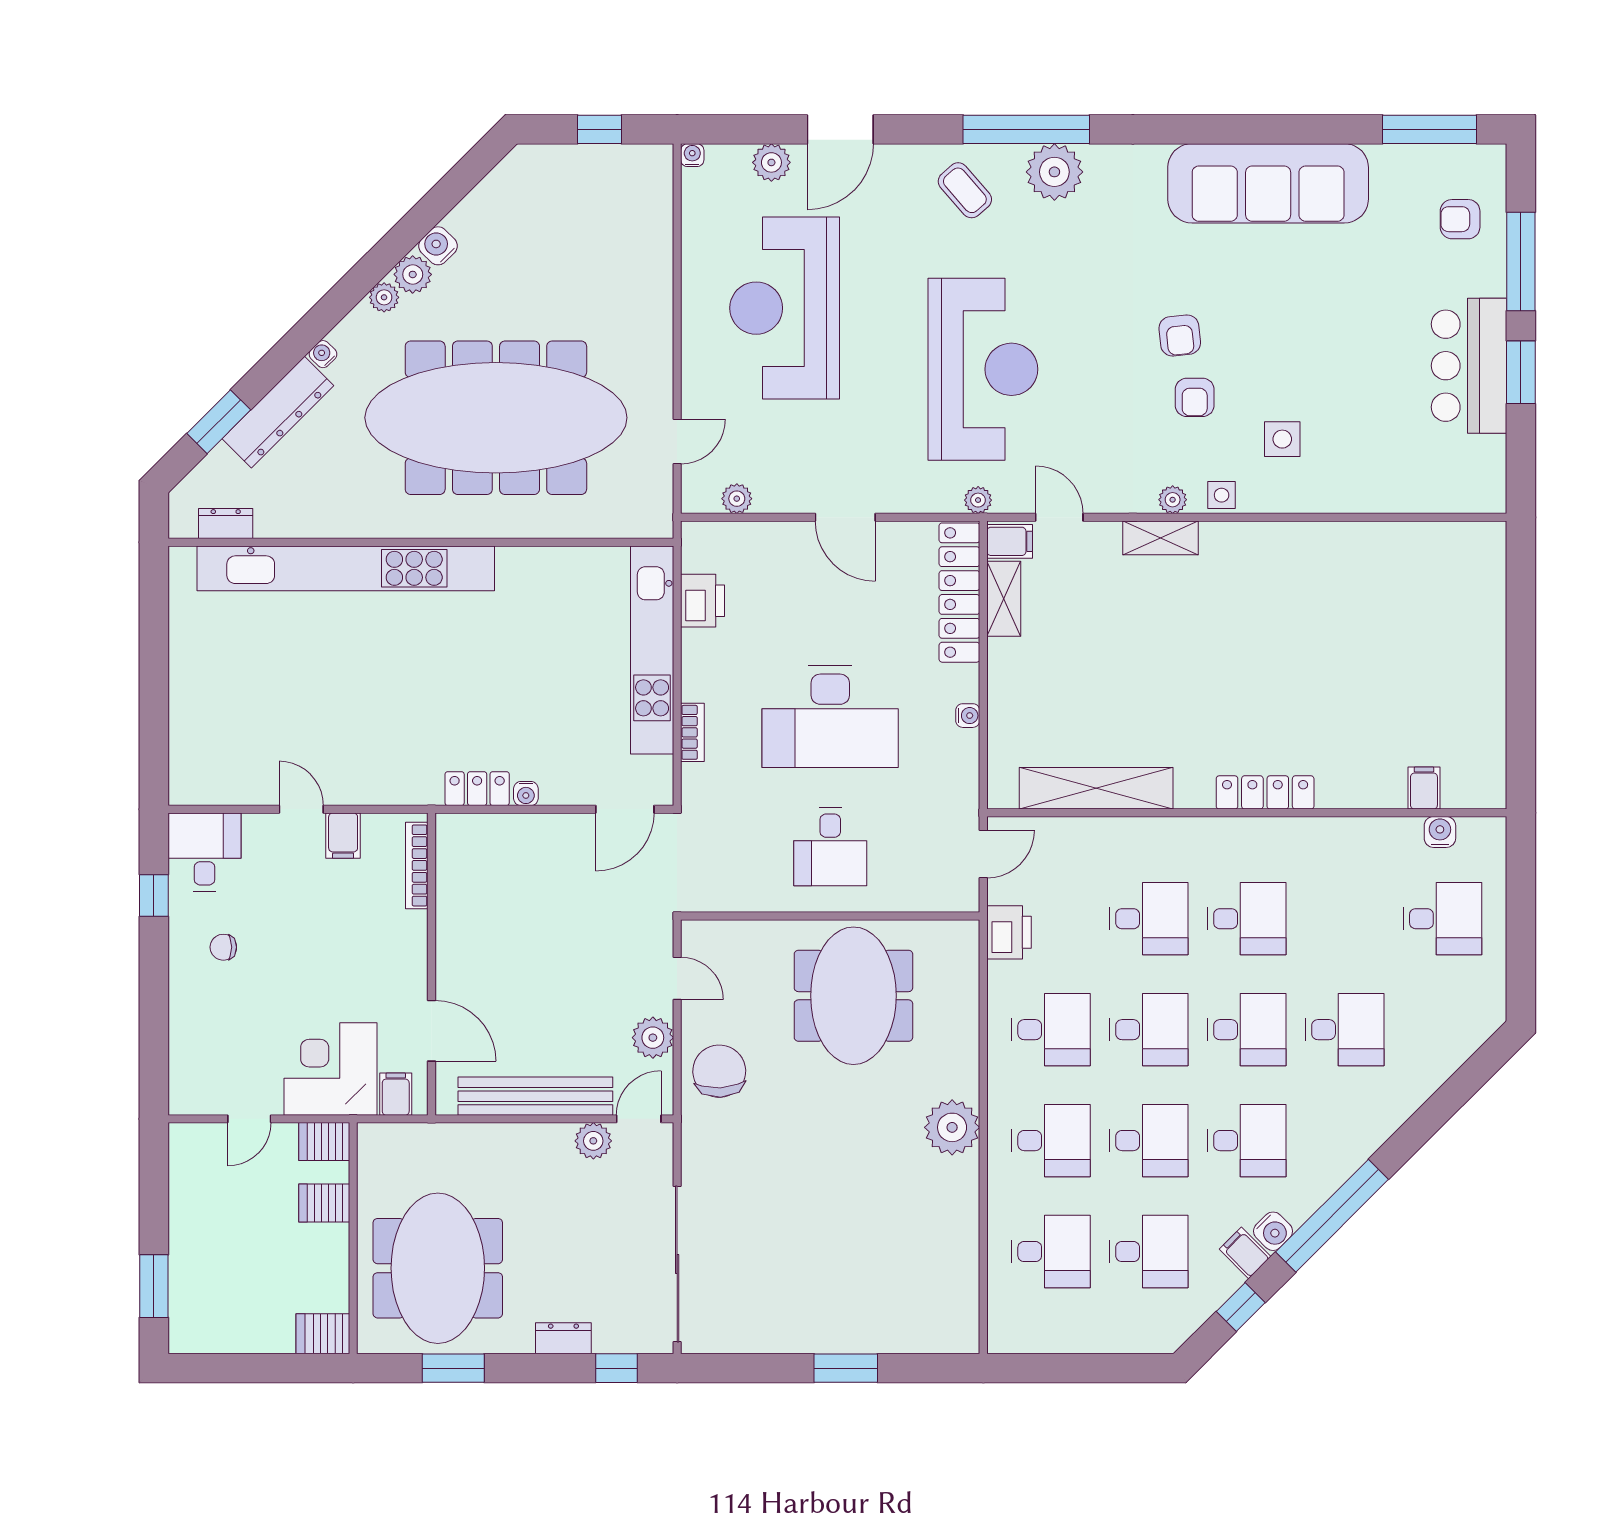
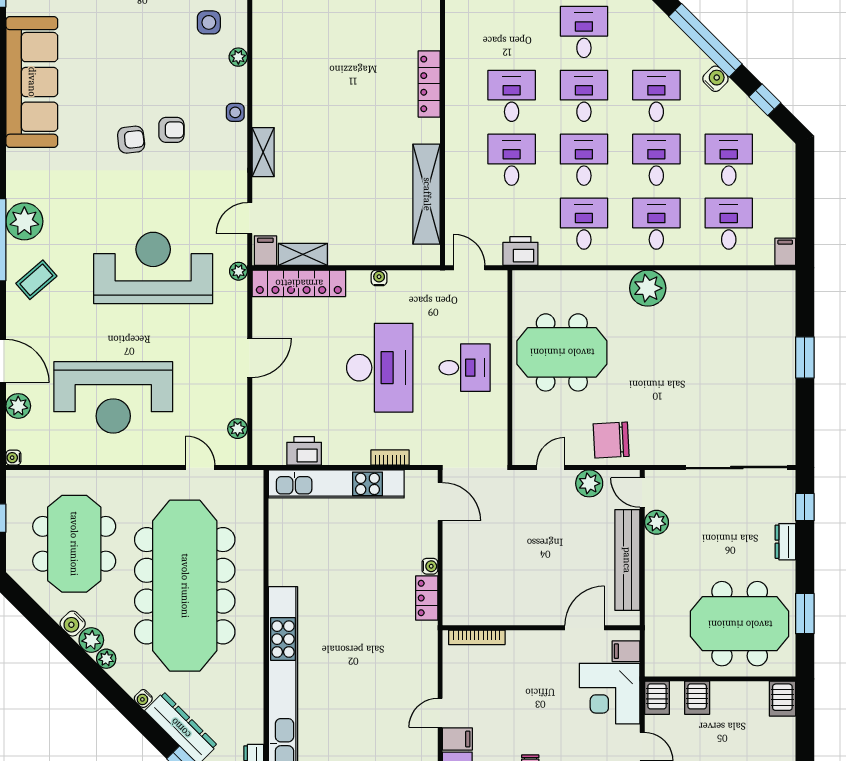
meeting table: (560, 248) -> (74, 544), added
side table: (1282, 439) -> (209, 22), moved
plant: (1173, 500) -> (238, 57), moved
filing cabinet: (343, 836) -> (457, 739), moved
filing cabinet: (1245, 1253) -> (785, 252), moved, turned 135

